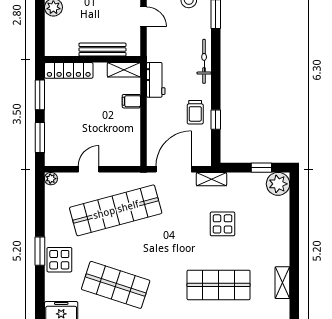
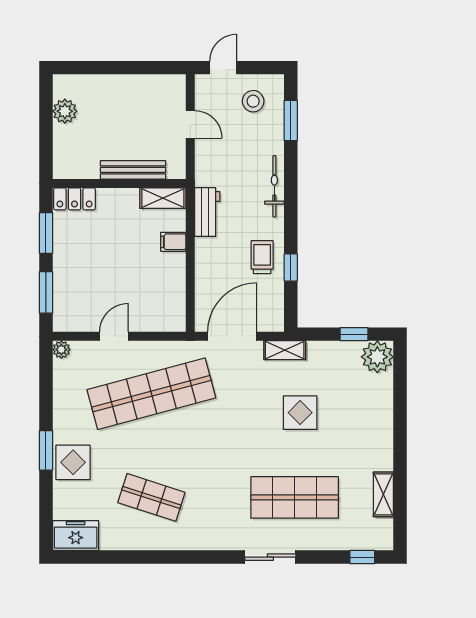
locker: (69, 70) -> (74, 199), width x0.66
trolley: (195, 112) -> (262, 257), turned 180
shop shelf: (116, 285) -> (151, 497), width x0.70, depth x0.74

